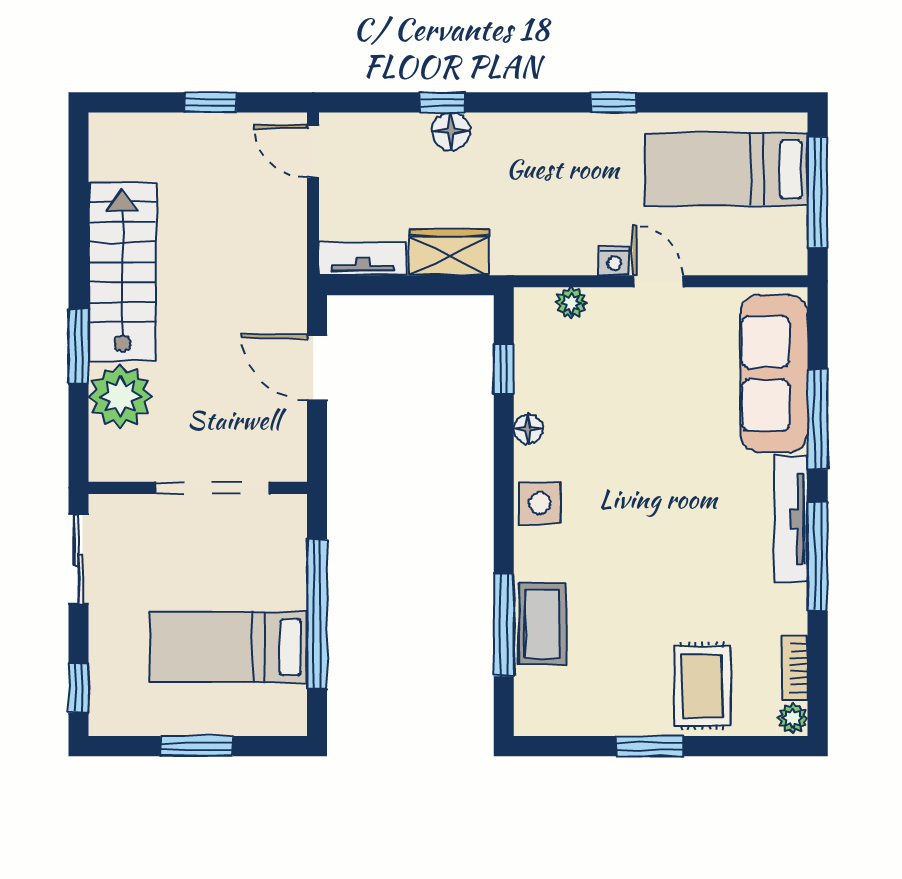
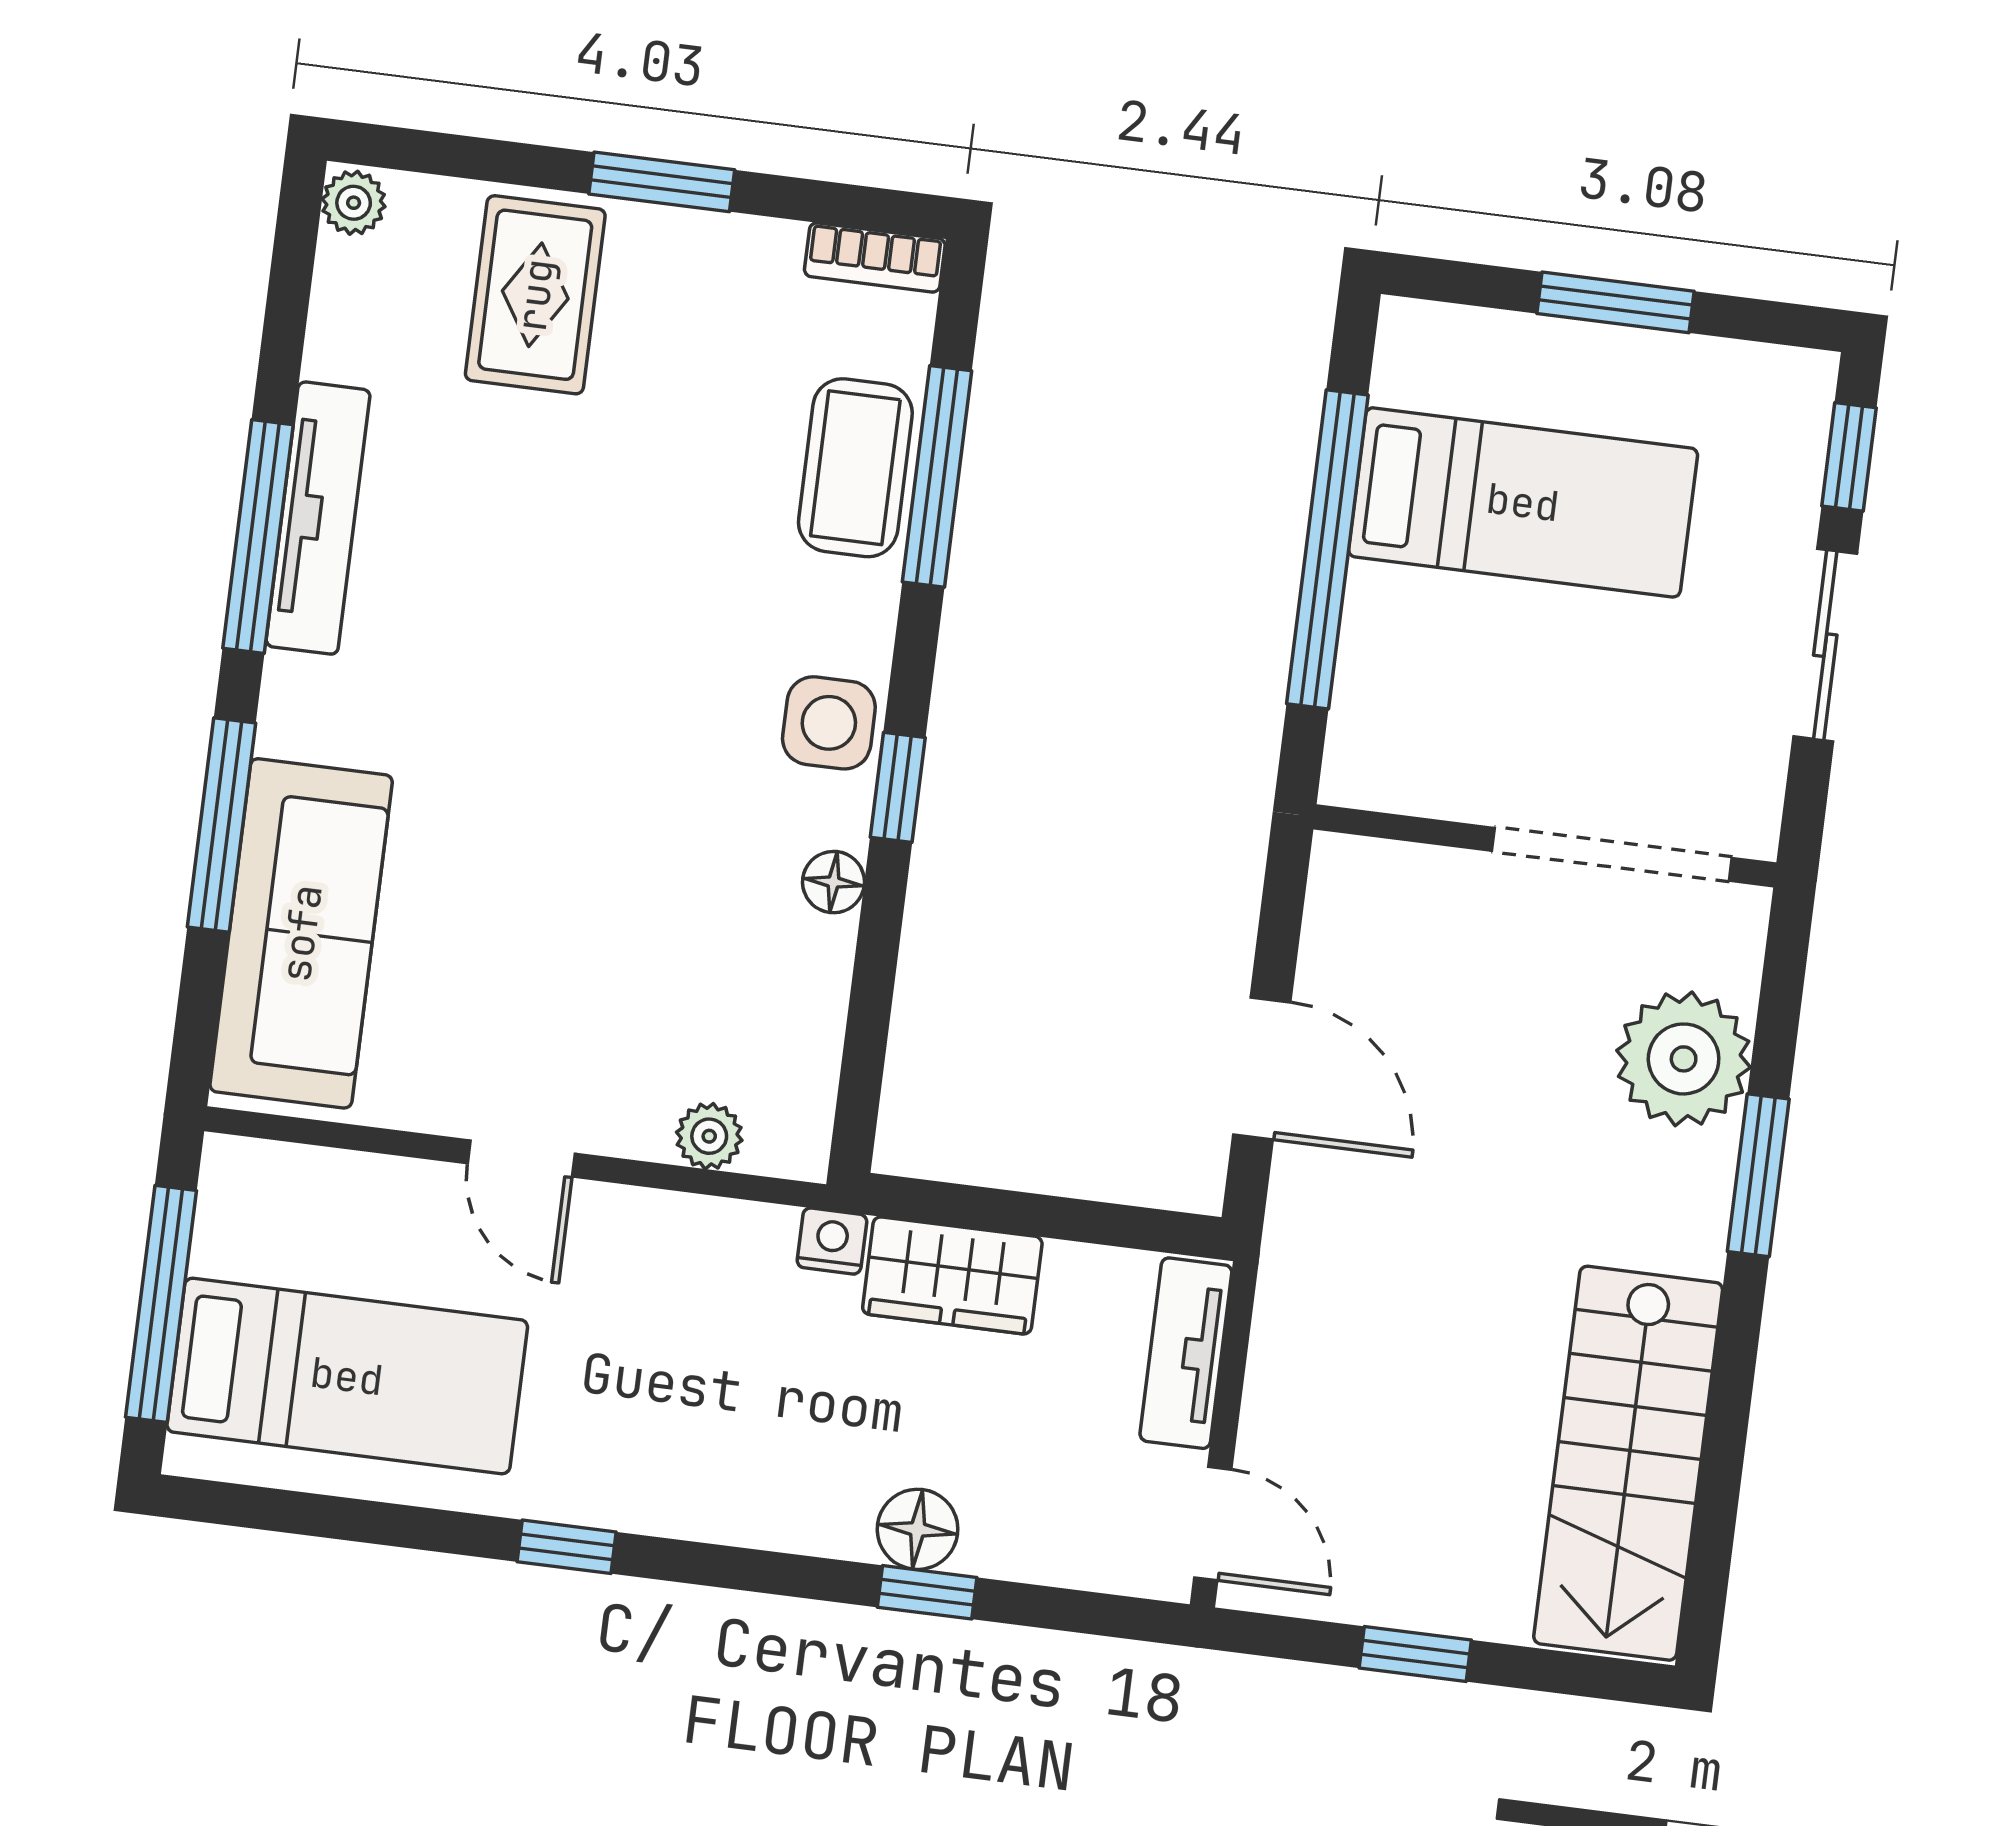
tv unit: (363, 259) -> (1186, 1353), moved, turned 90
nightstand: (614, 261) -> (832, 1241), moved
stairs: (122, 272) -> (1628, 1463), moved
window: (504, 369) -> (898, 787), moved
doorway: (212, 488) -> (1612, 854), moved
tv unit: (791, 519) -> (318, 518), moved
sliding door: (79, 559) -> (1825, 645), moved
bookcase: (795, 668) -> (875, 257), moved, turned 90

